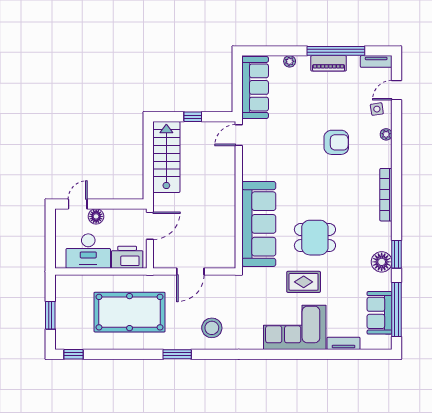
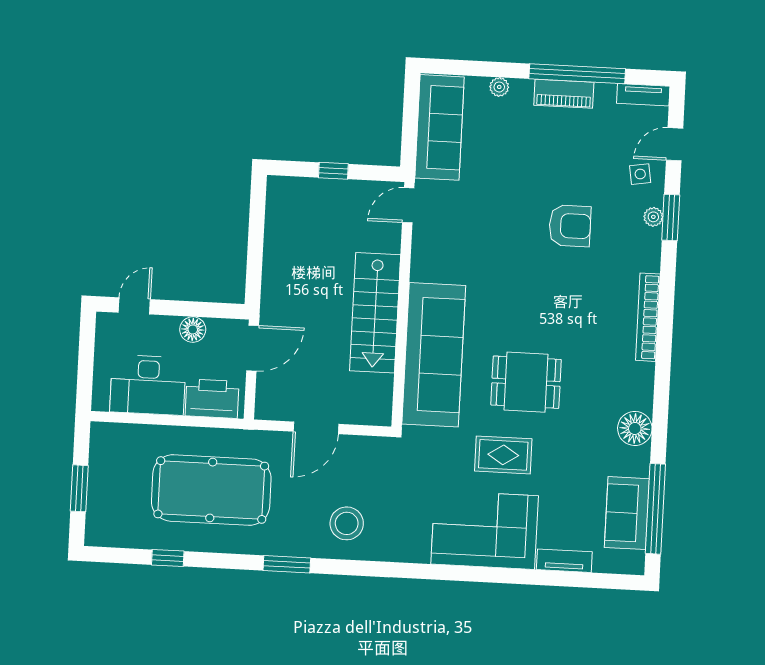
stairs: (166, 157) -> (375, 313), moved, turned 180
floor lamp: (96, 216) -> (193, 330), moved
window: (397, 254) -> (671, 217), moved
window: (73, 354) -> (168, 558), moved

